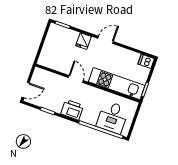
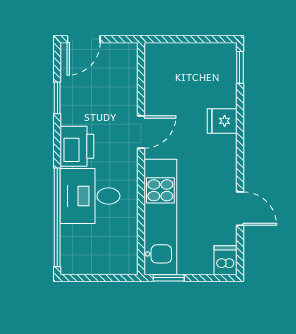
door: (106, 40) -> (240, 209), moved
door: (26, 90) -> (84, 39), hinge flipped
desk: (113, 117) -> (90, 196), moved

